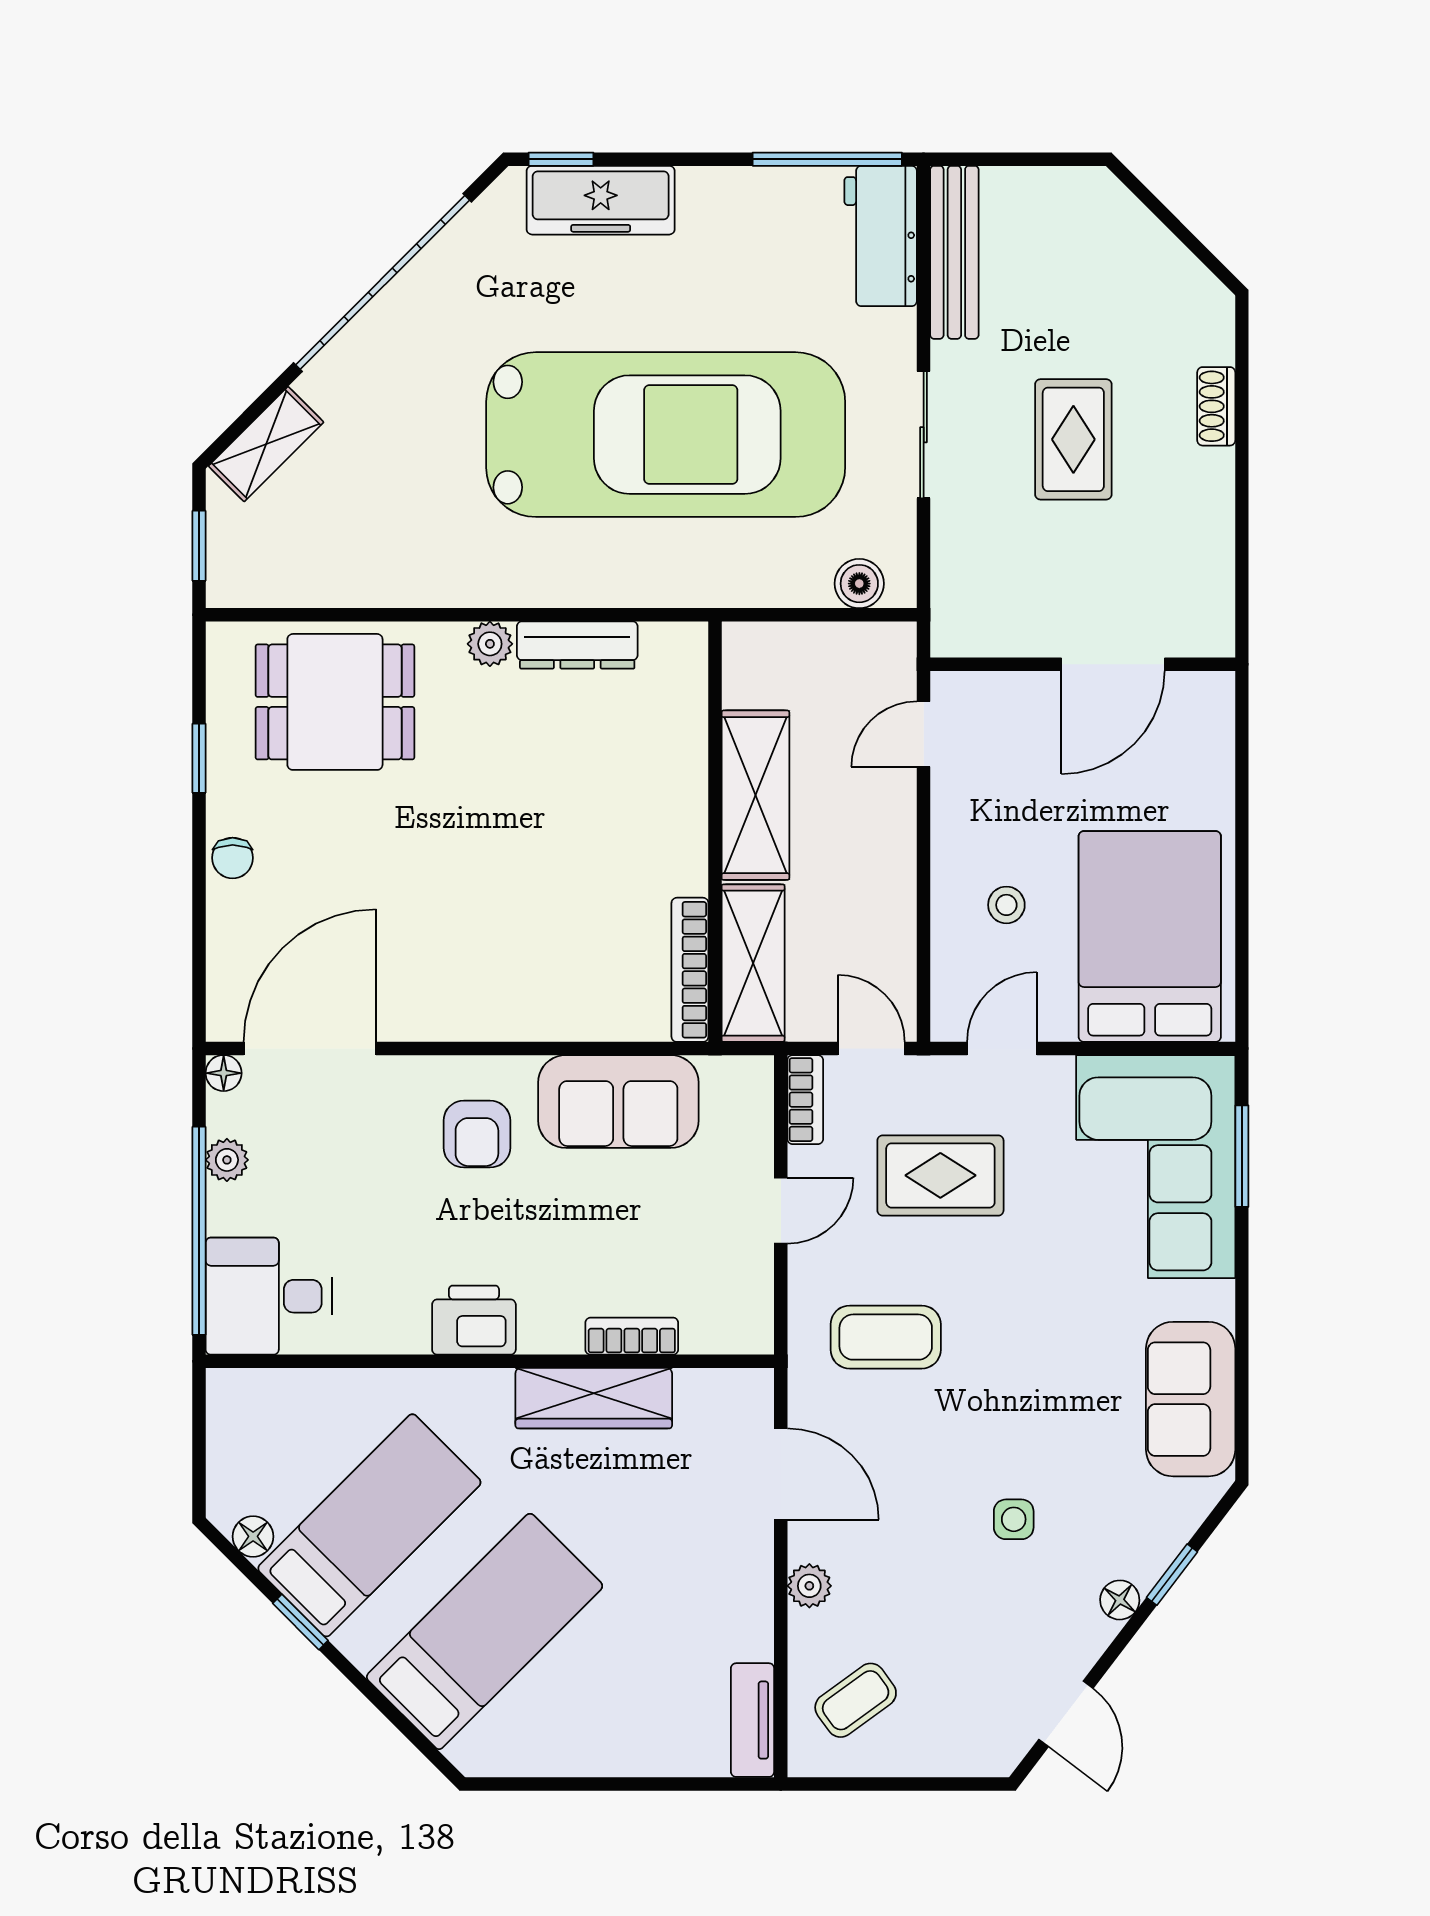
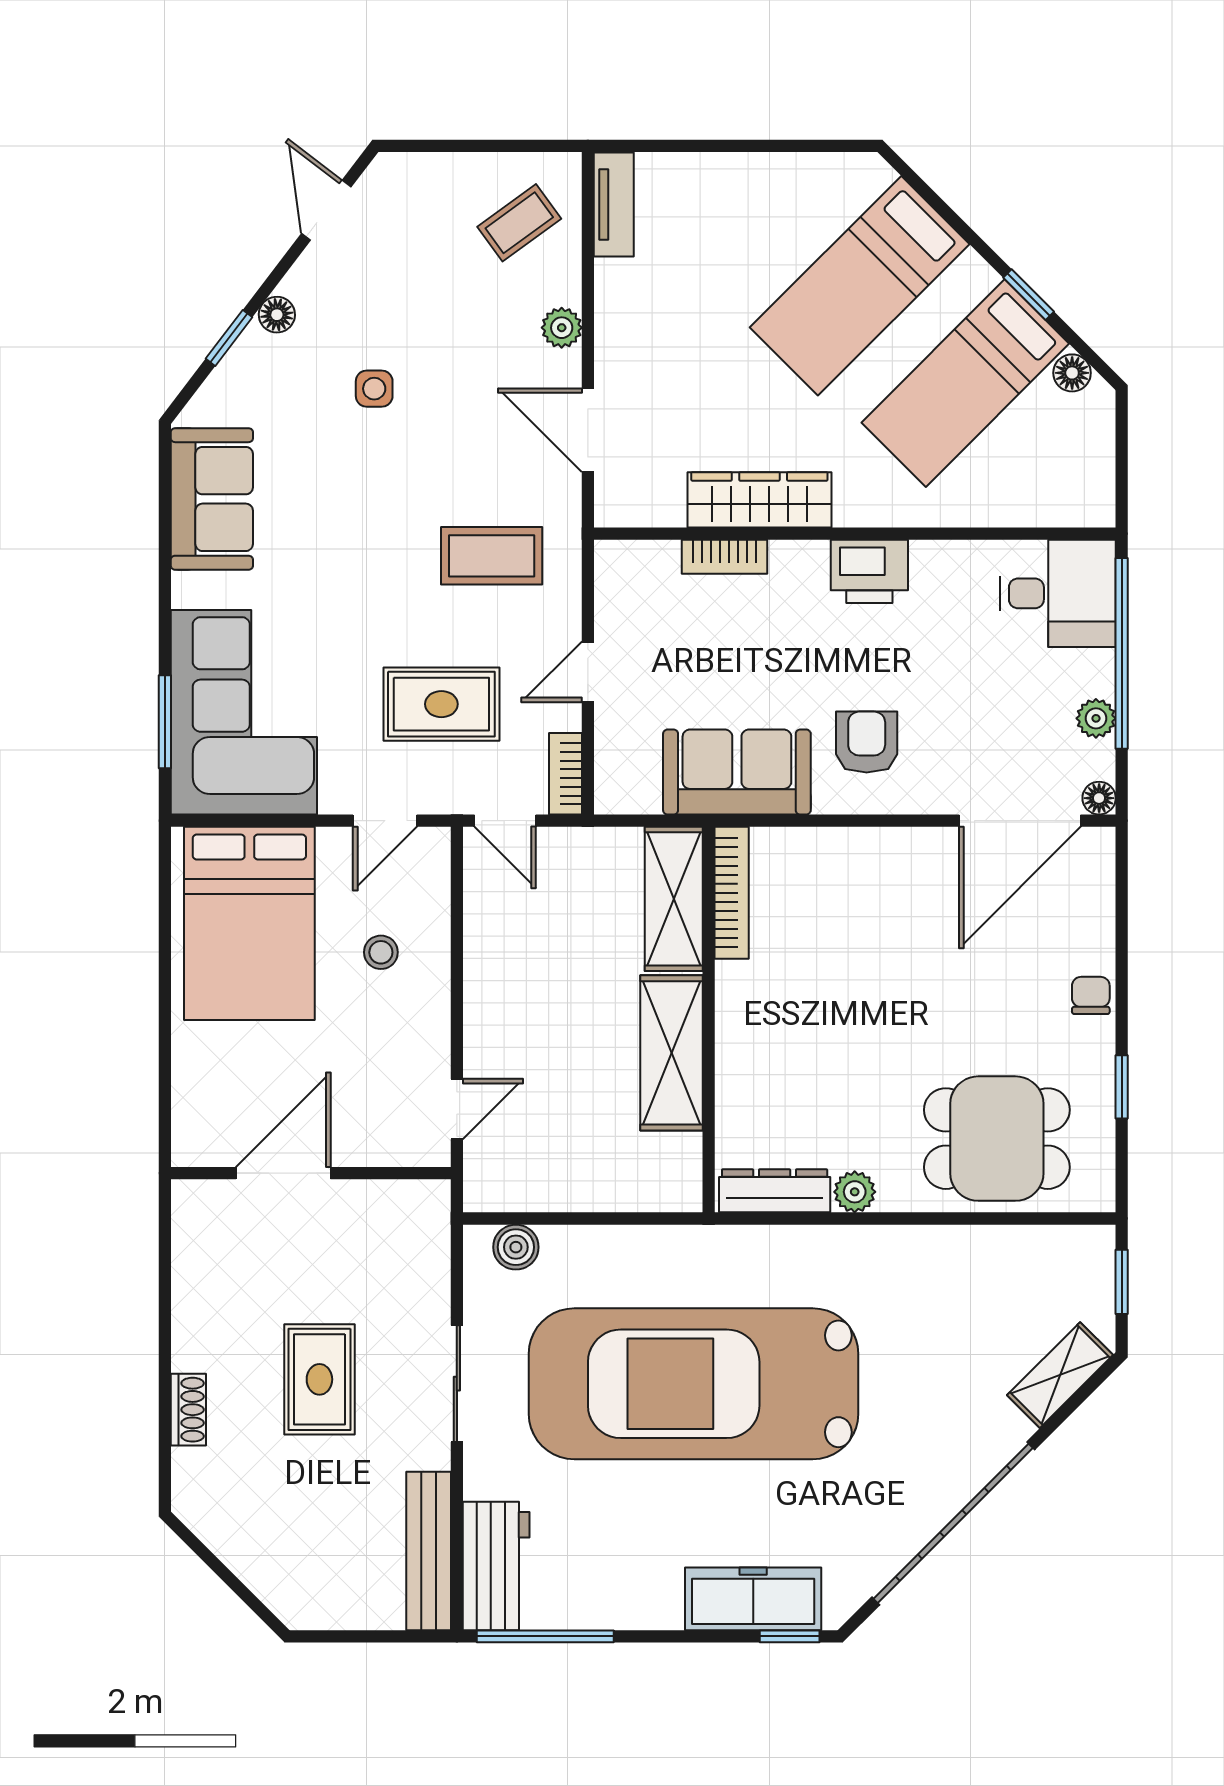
shelving: (755, 795) -> (672, 1053), moved
wall: (715, 832) -> (709, 1020), moved
shelving: (753, 963) -> (674, 899), moved
bookcase: (690, 970) -> (732, 893), moved

